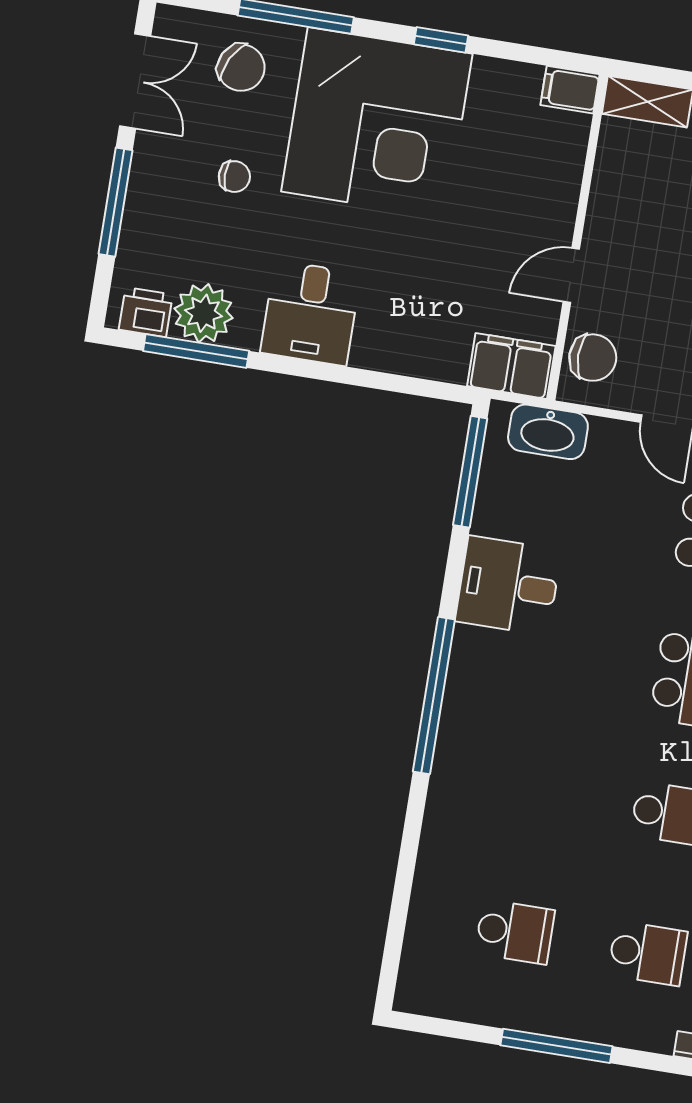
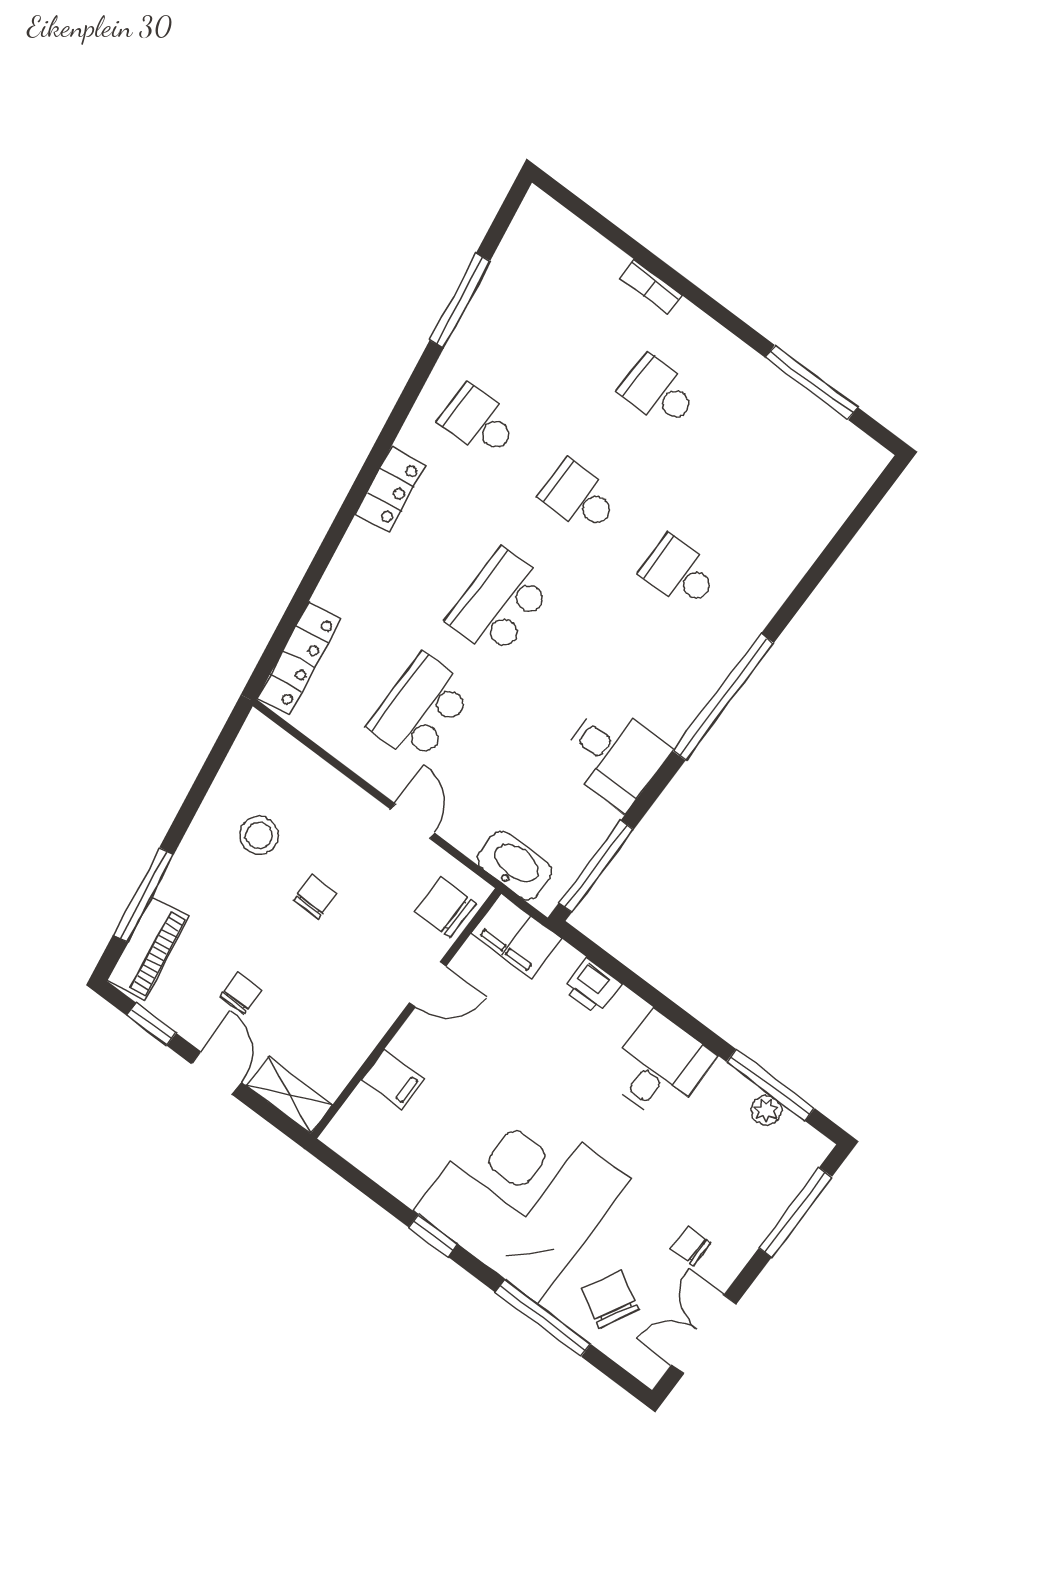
filing cabinet: (570, 90) -> (393, 1079), moved
chair: (234, 177) -> (691, 1246), moved
window: (115, 202) -> (795, 1212), moved
printer: (146, 312) -> (592, 986), moved
plant: (204, 313) -> (766, 1110), width x0.53, depth x0.53
school desk: (515, 932) -> (680, 572), moved
window: (556, 1046) -> (812, 383), moved

